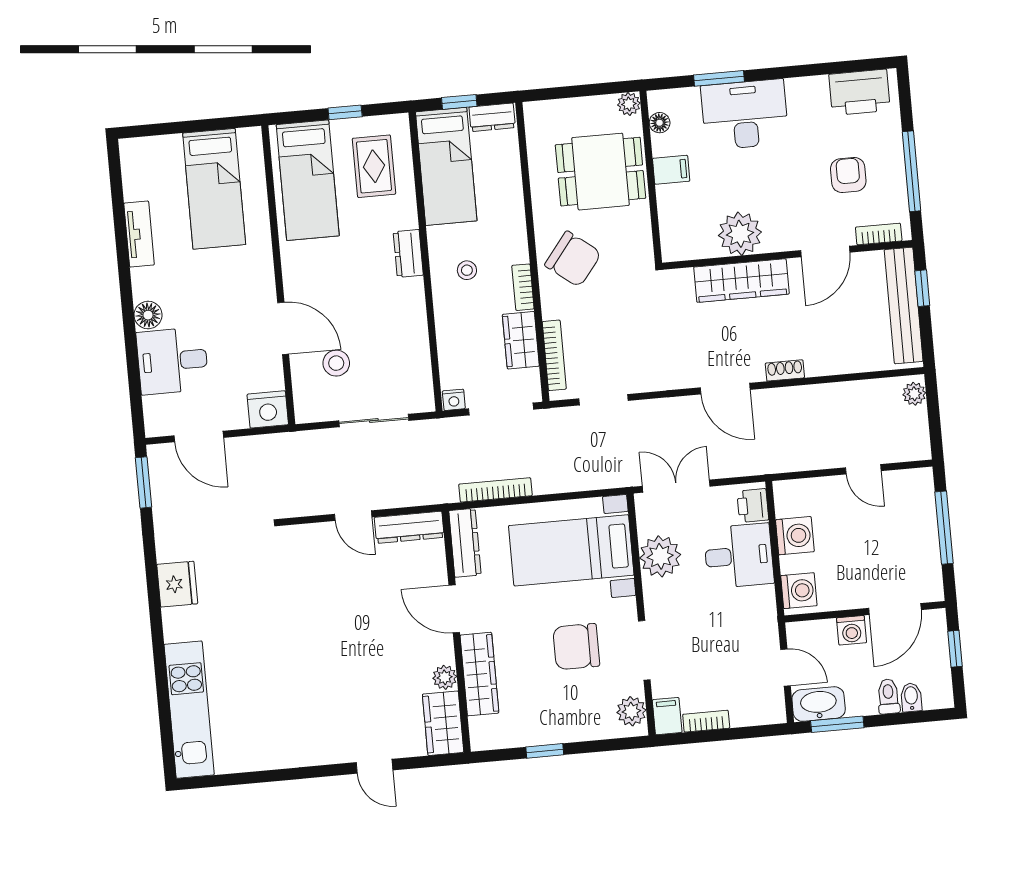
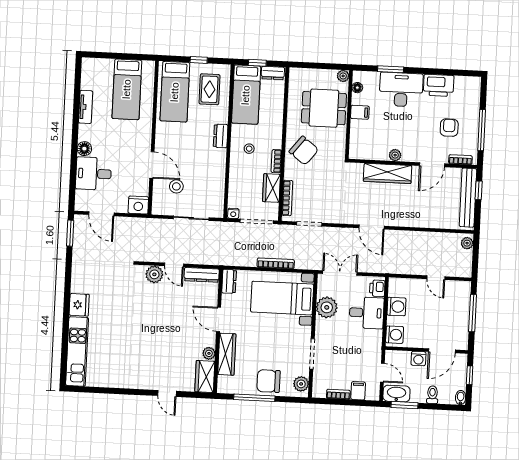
printer: (860, 92) -> (439, 85), moved
plant: (740, 234) -> (395, 155), width x0.53, depth x0.53
shoe rack: (785, 370) -> (403, 222), removed
bookcase: (495, 490) -> (276, 263), moved
plant: (318, 539) -> (154, 274), added
dresser: (465, 543) -> (229, 281), width x0.70
fridge: (177, 584) -> (79, 305), moved
chair: (576, 647) -> (269, 381), moved
bidet: (911, 697) -> (461, 398), moved
filing cabinet: (667, 716) -> (358, 391), moved
window: (545, 751) -> (254, 398), width x2.17

